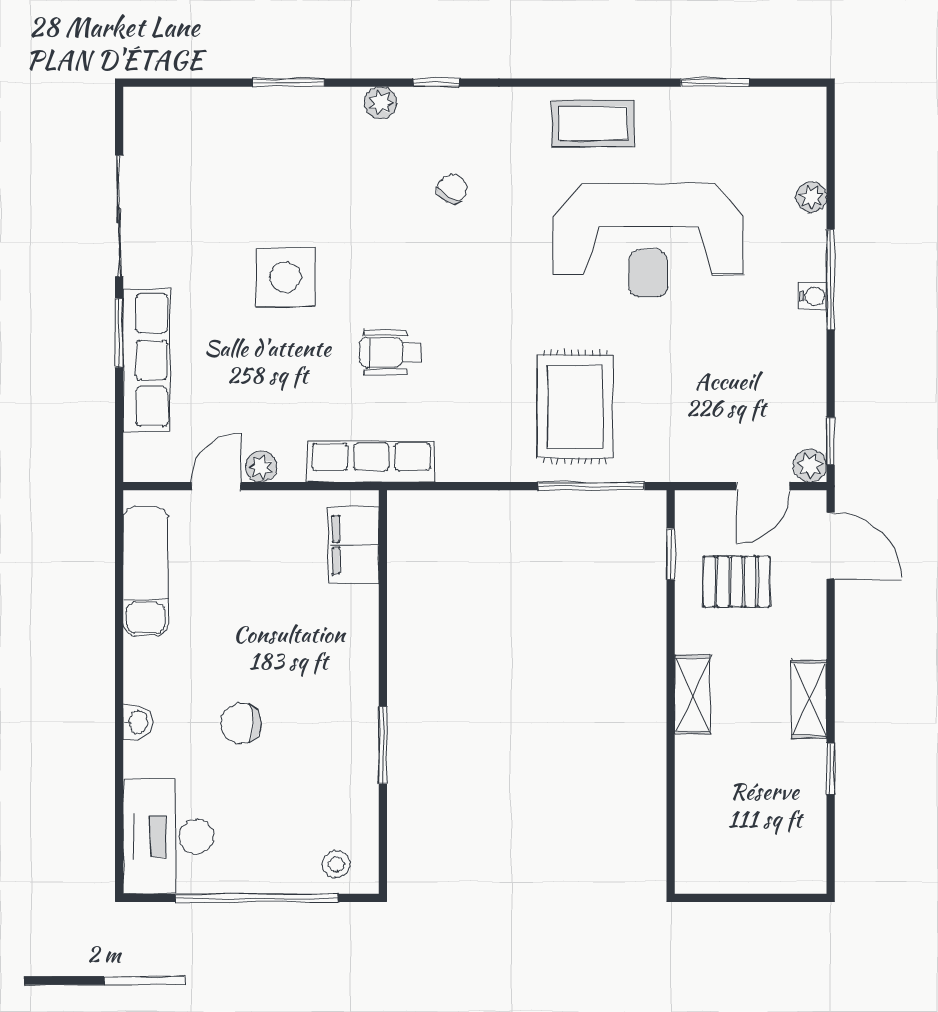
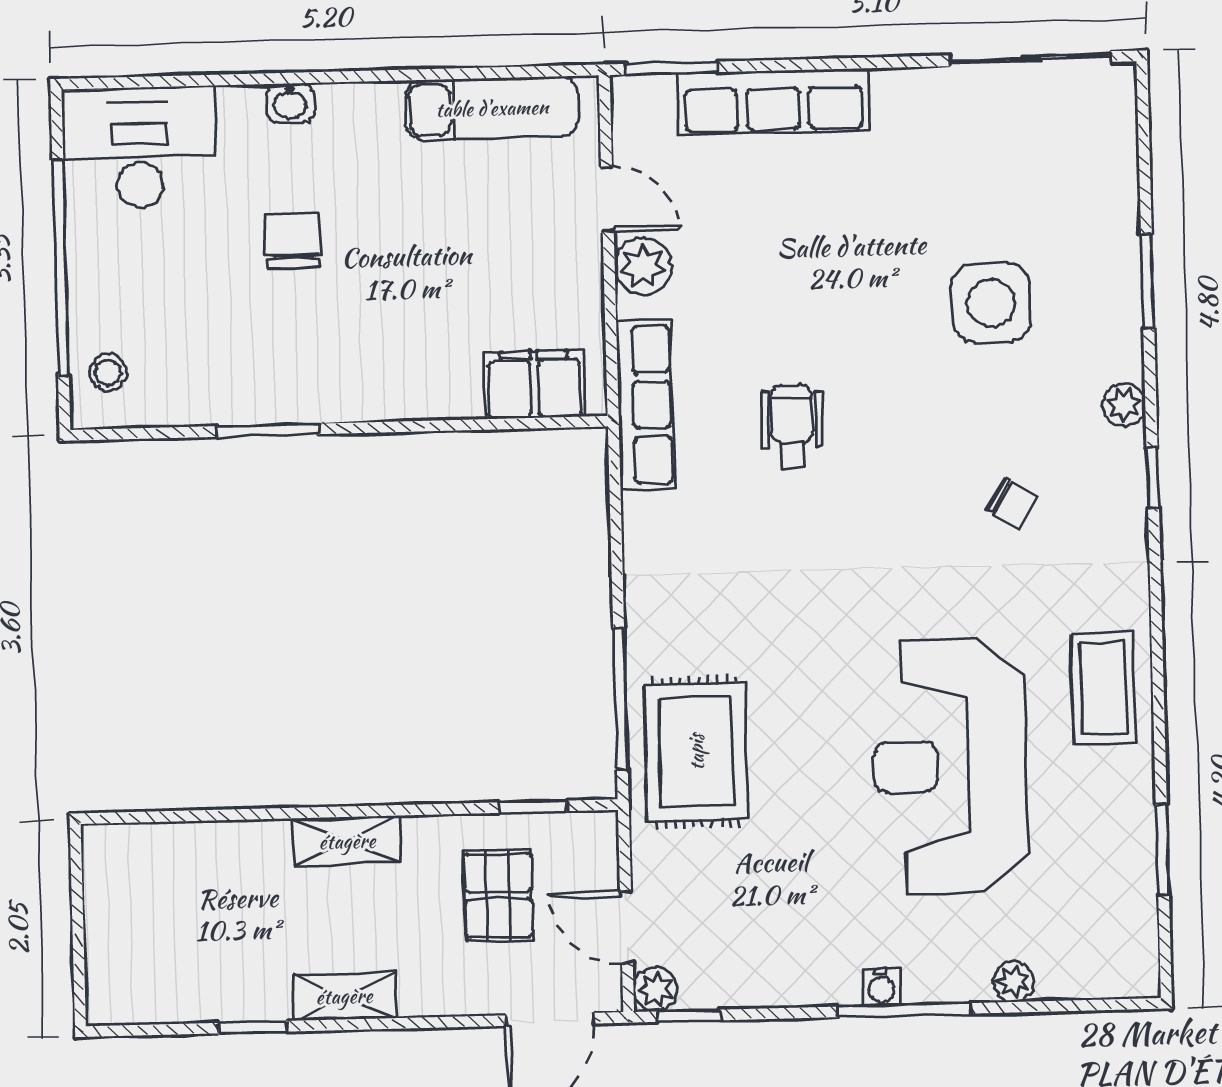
sliding door: (119, 216) -> (1030, 59), moved
side table: (285, 277) -> (991, 303), moved
window: (119, 333) -> (671, 68), moved
rug: (575, 407) -> (696, 752), moved, turned 90
plant: (261, 467) -> (643, 266), width x1.38, depth x1.38

